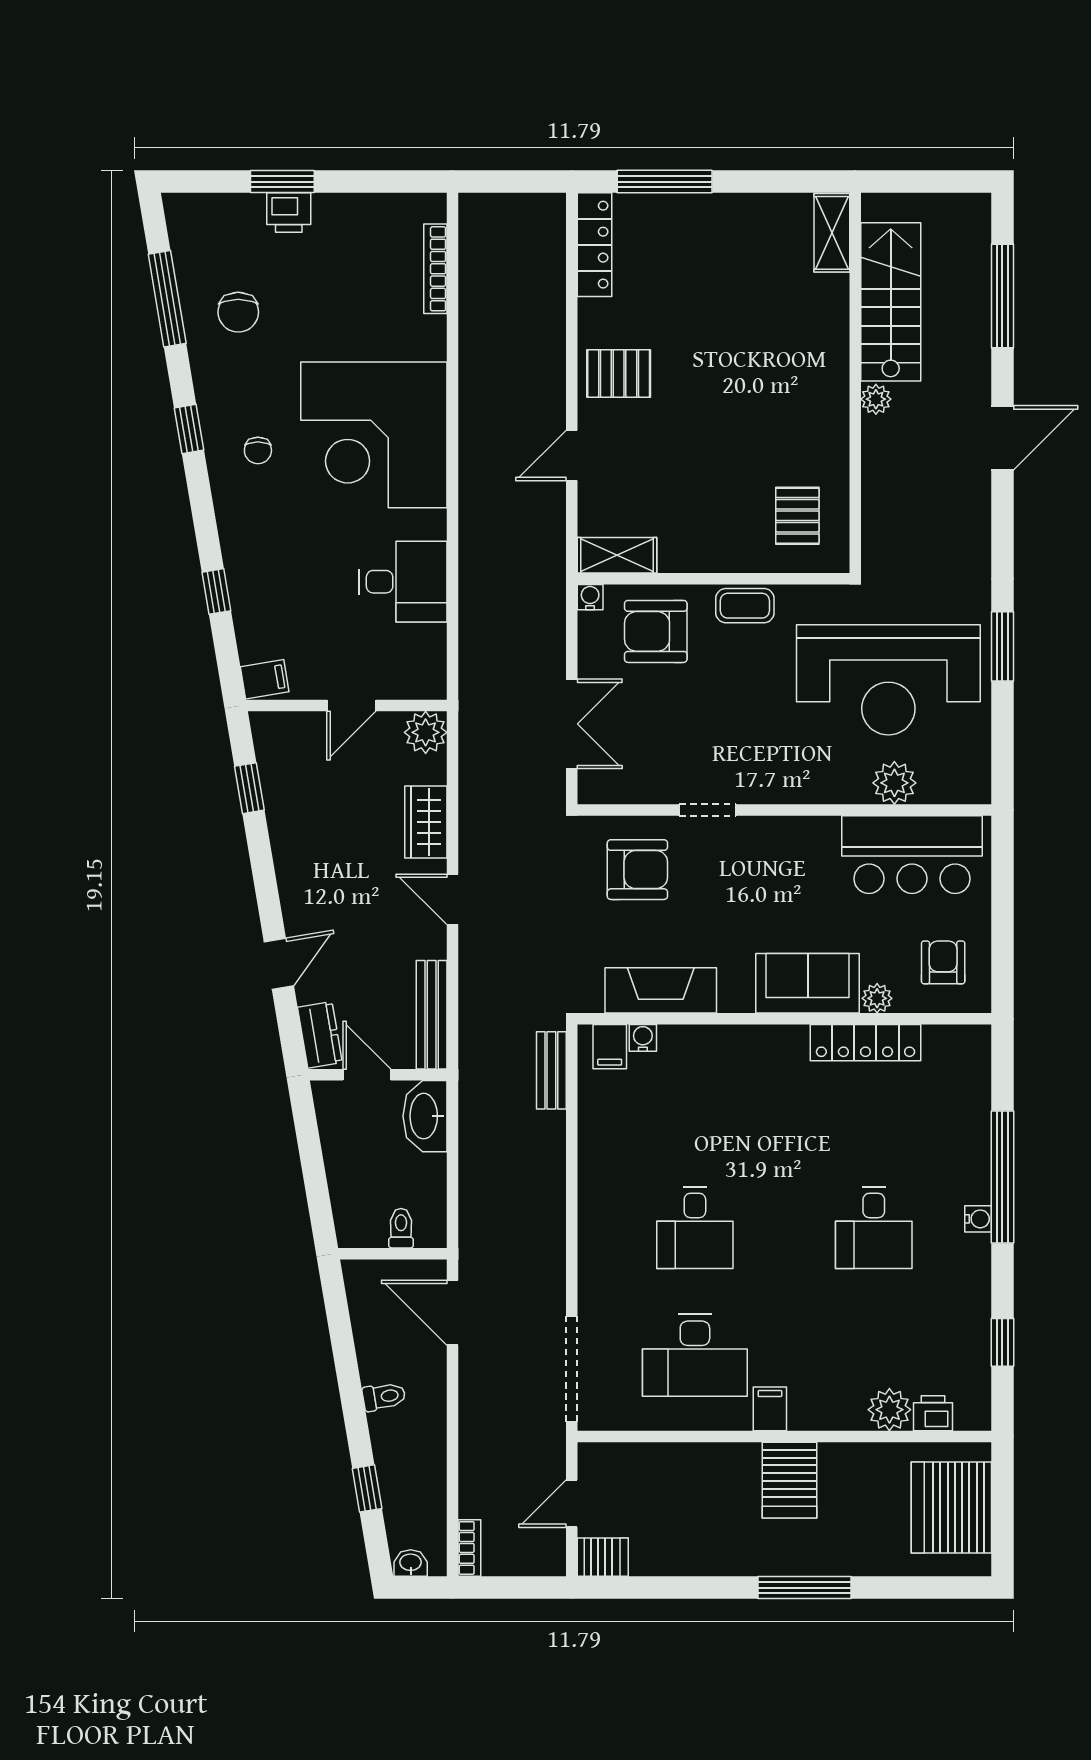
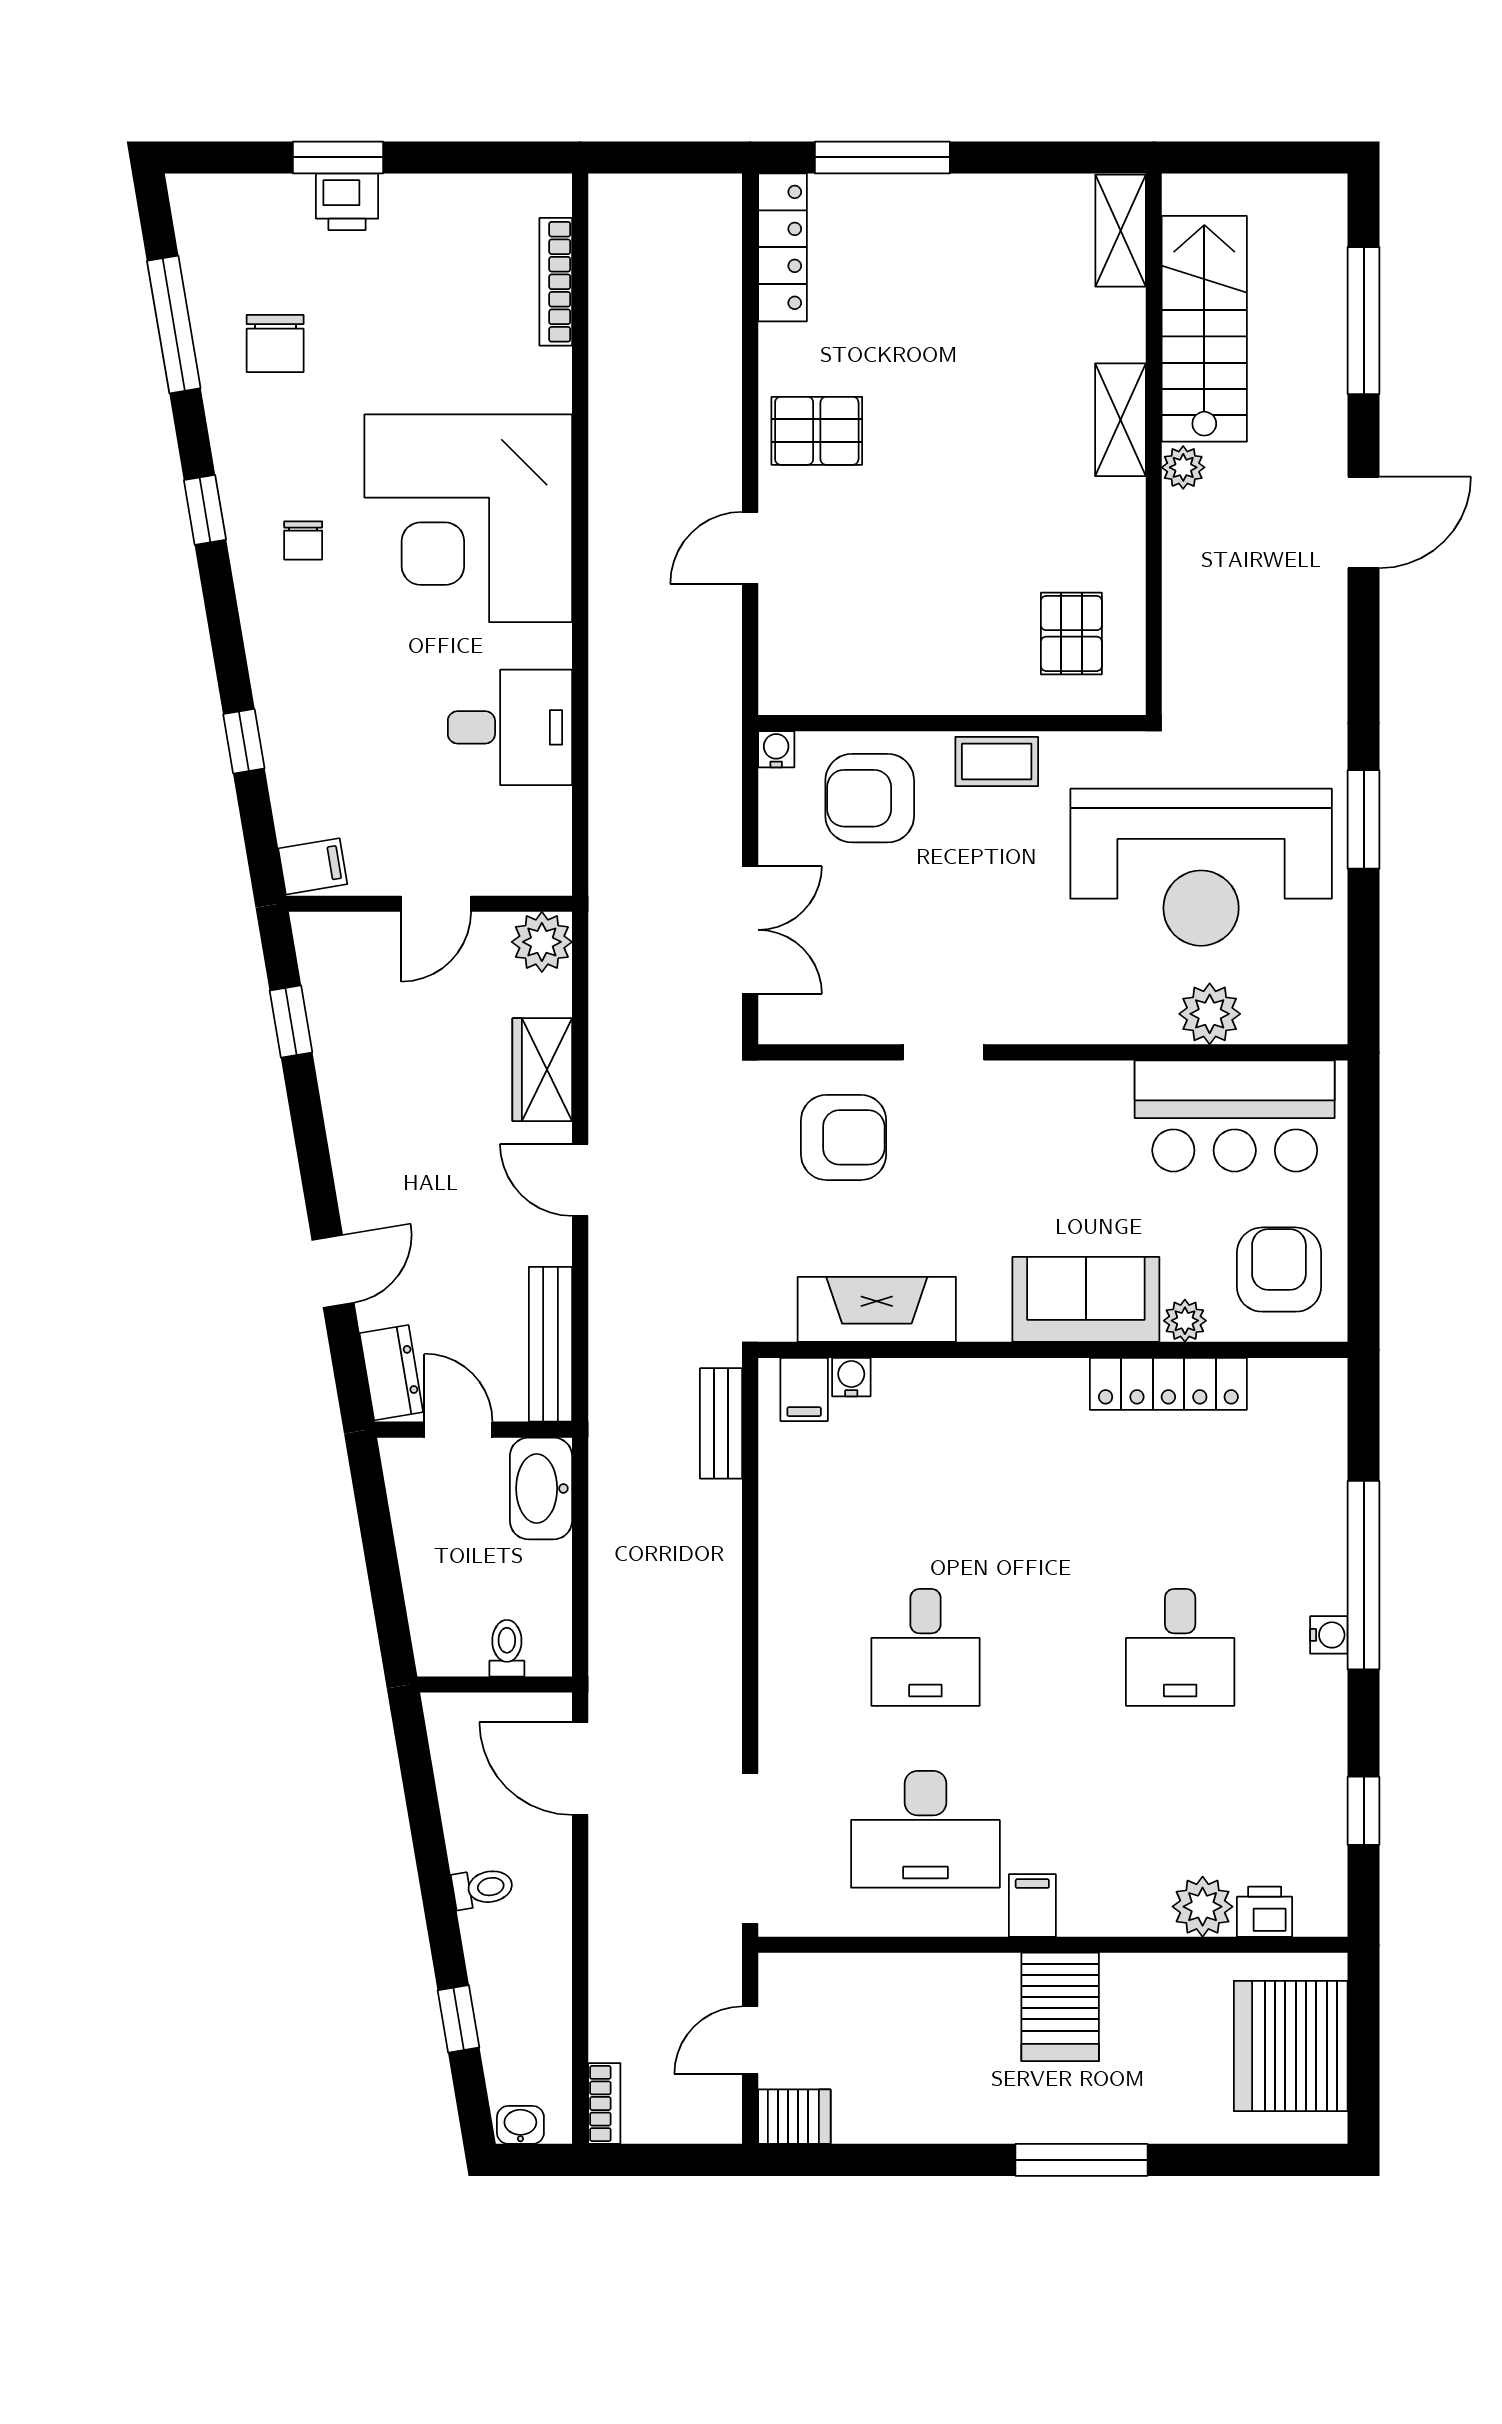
shelving: (617, 555) -> (1120, 420), moved, turned 90
armchair: (943, 962) -> (1279, 1270), width x1.38, depth x1.38

